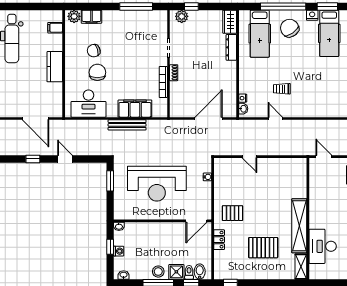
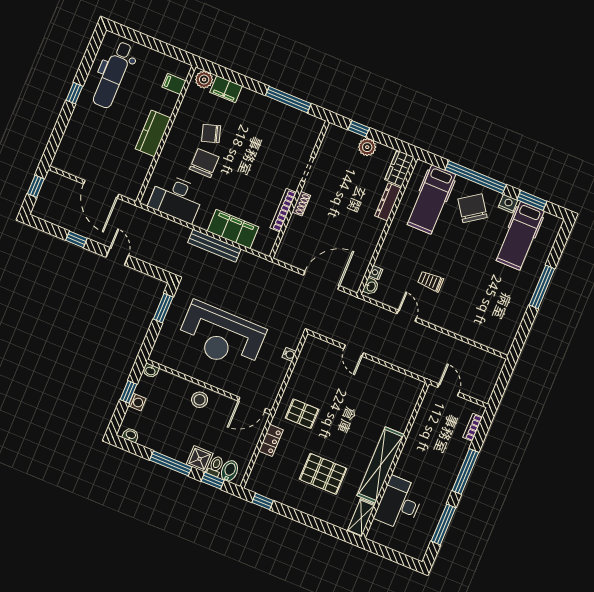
plant: (182, 16) -> (367, 147), moved
stool: (158, 272) -> (200, 400), moved

